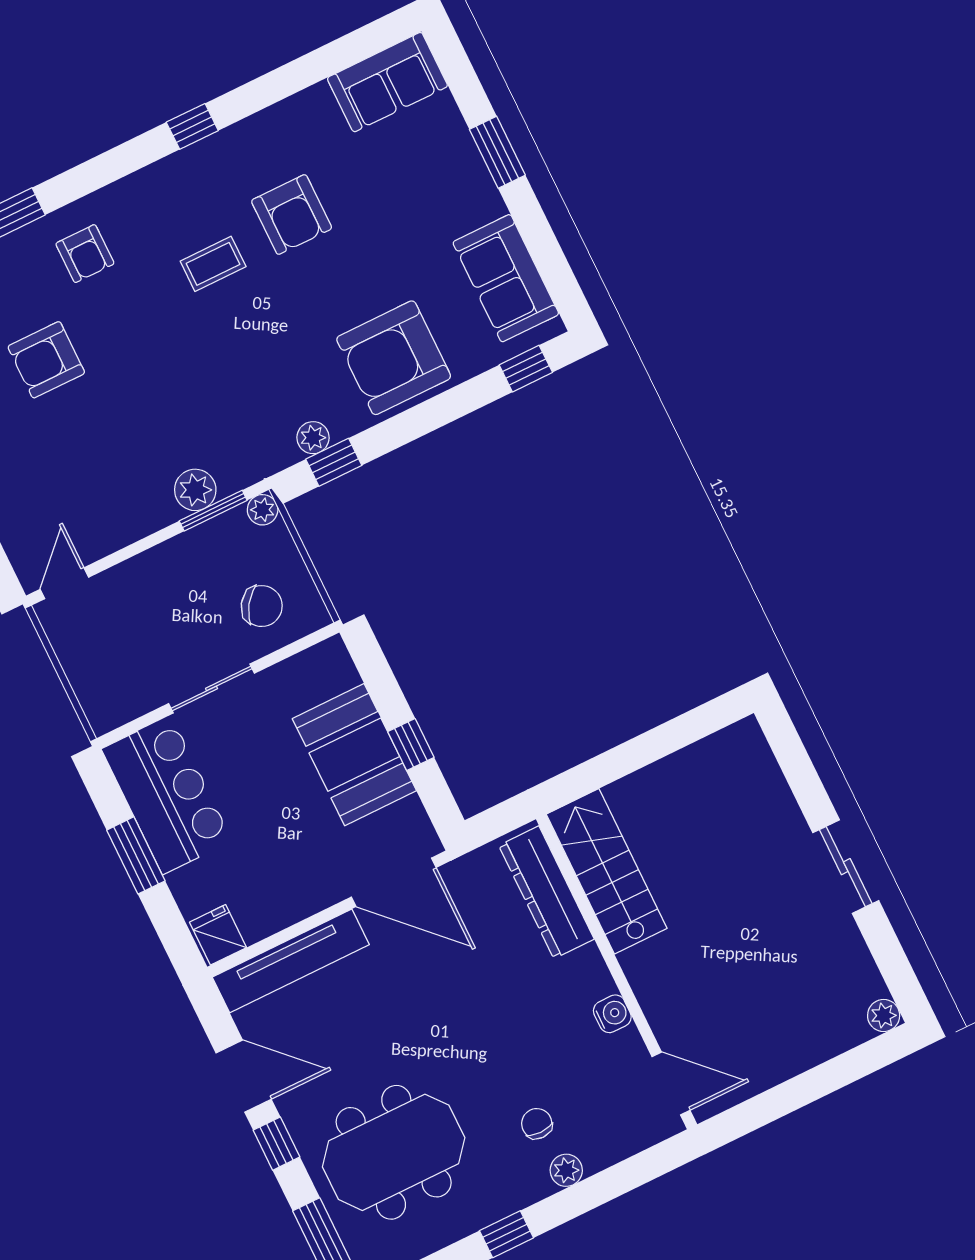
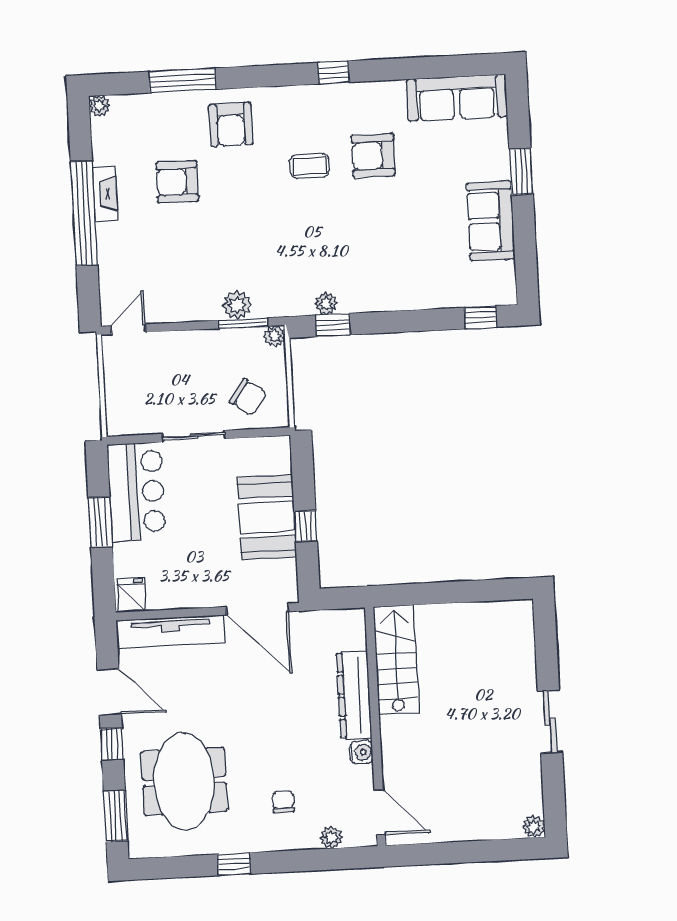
sofa: (387, 82) -> (457, 98), width x1.36
armchair: (292, 215) -> (373, 156), turned 90
armchair: (85, 254) -> (231, 125), width x1.38, depth x1.38
sofa: (506, 278) -> (491, 221), moved
armchair: (394, 358) -> (399, 275), removed
dresser: (546, 892) -> (354, 695), moved
meeting table: (394, 1152) -> (184, 781), turned 90
plant: (566, 1170) -> (331, 837), moved

